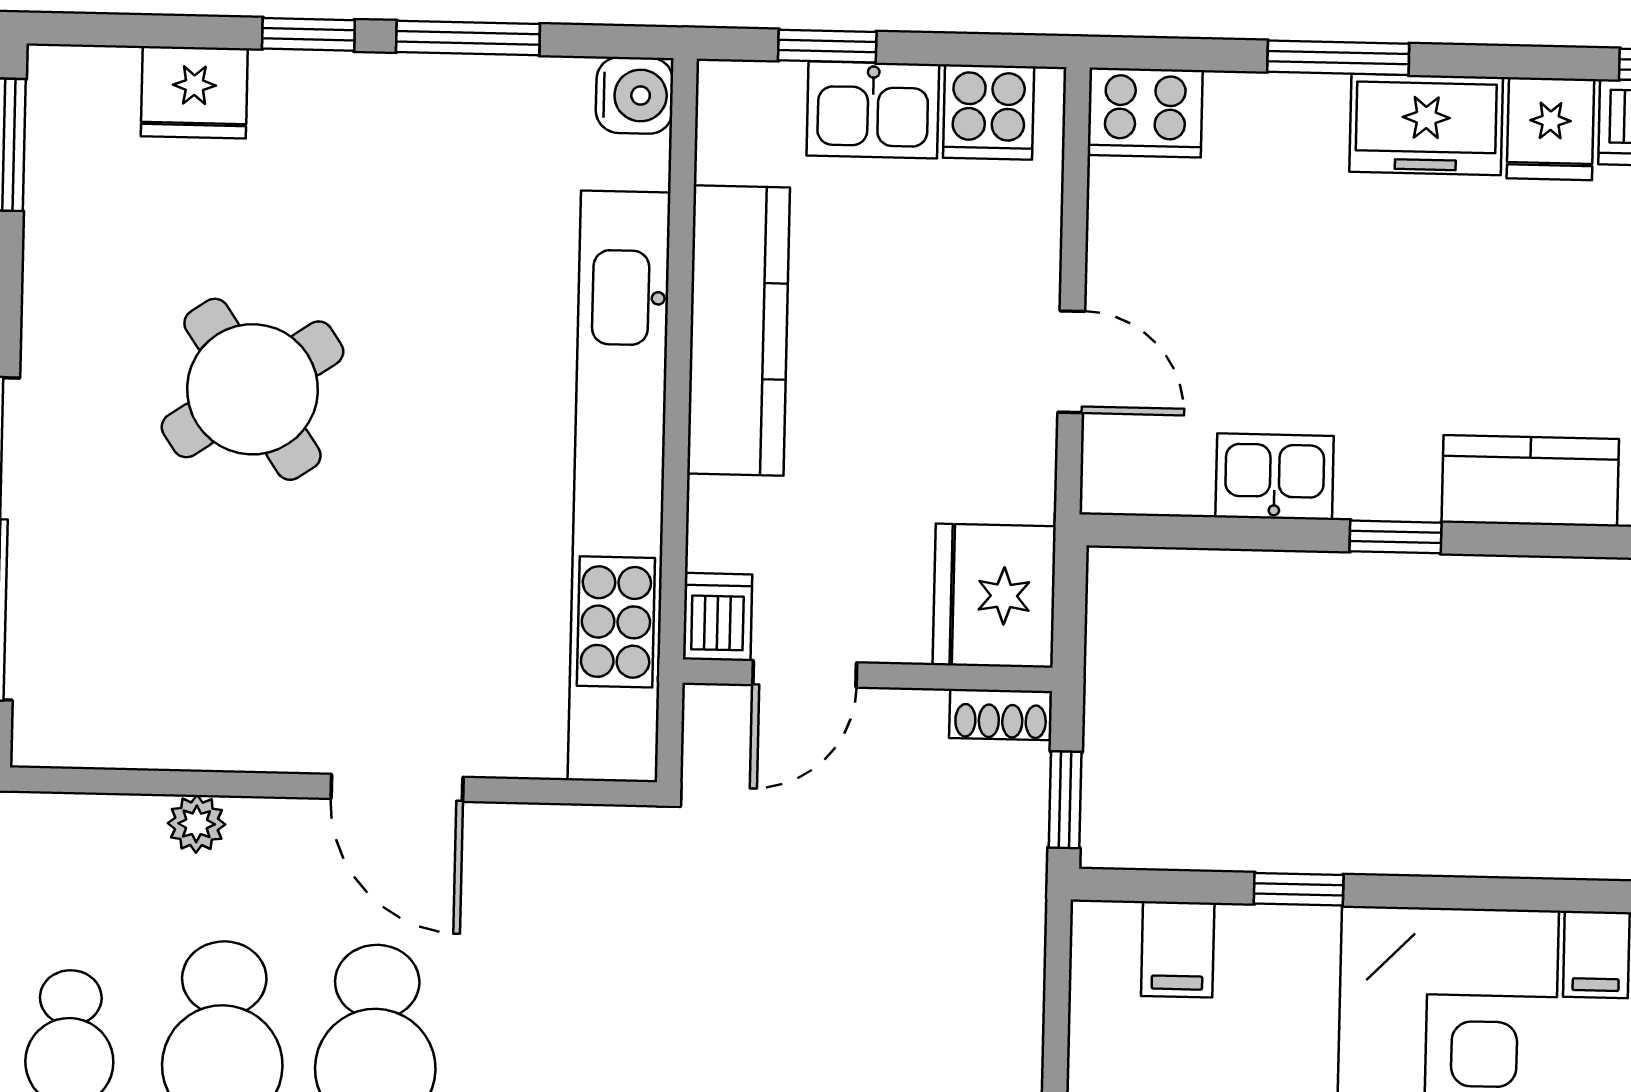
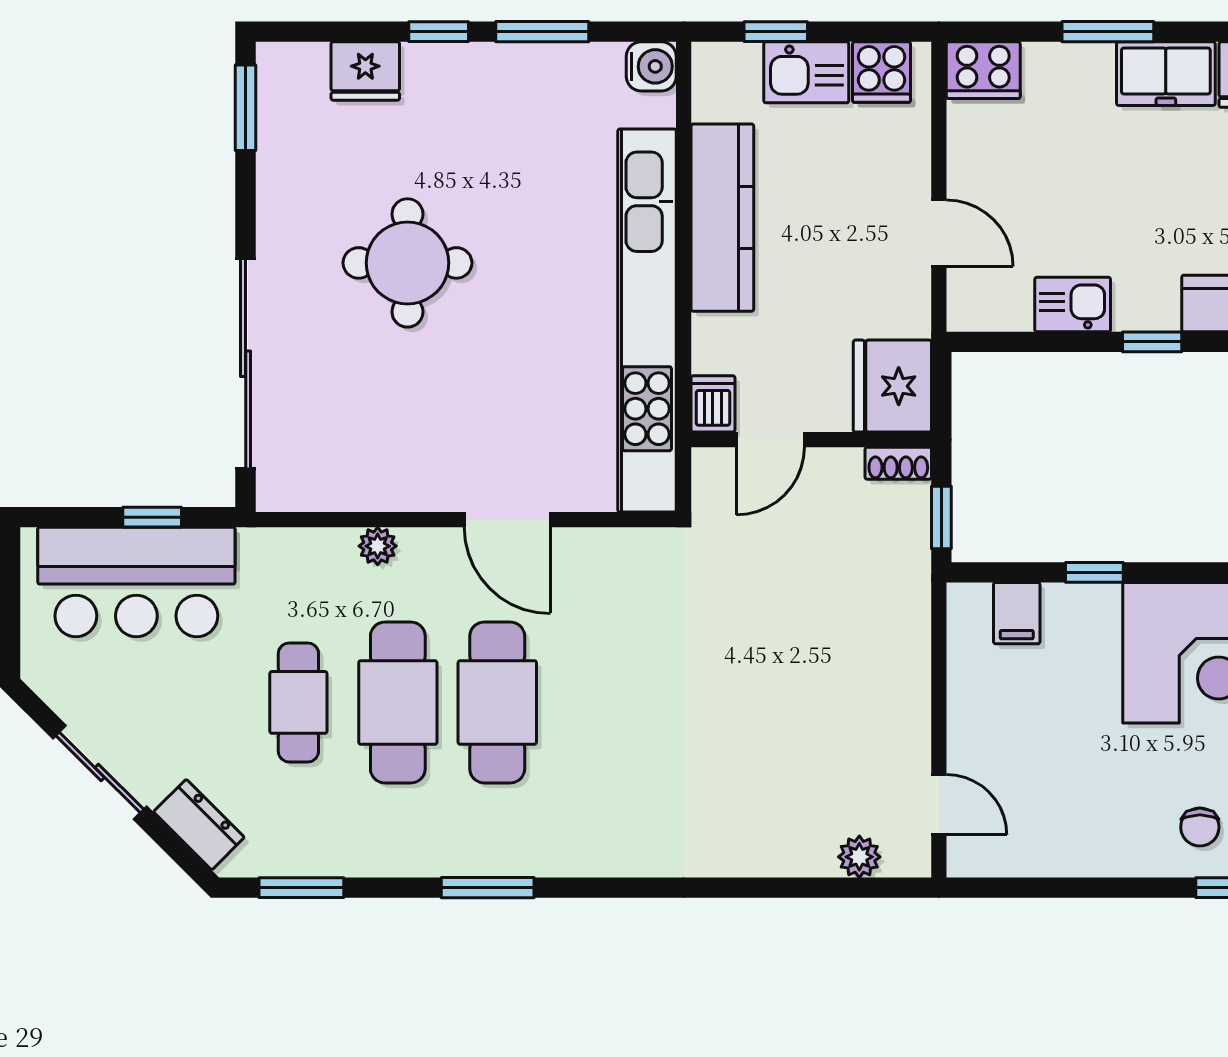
round table: (252, 389) -> (407, 263), turned 34

